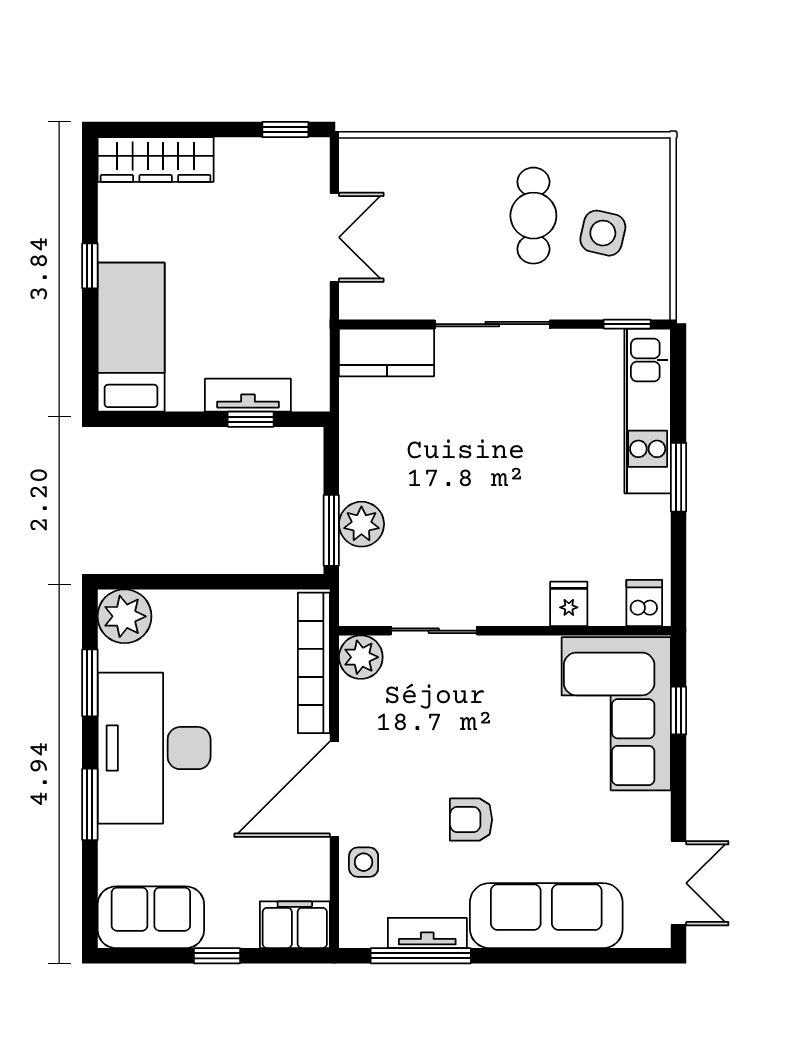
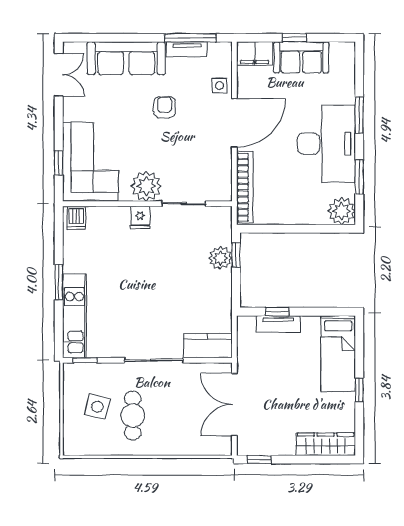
double door: (334, 237) -> (234, 405), width x1.37
window: (331, 530) -> (236, 255), width x0.67
fridge: (569, 604) -> (140, 217), moved
plant: (361, 657) -> (146, 186), moved, width x1.36, depth x1.36
armchair: (471, 820) -> (165, 107), turned -90
double door: (679, 883) -> (59, 75), swing flipped
sofa: (151, 917) -> (301, 57), moved

